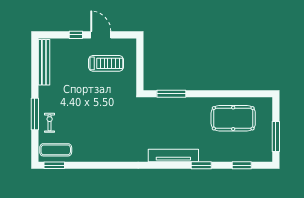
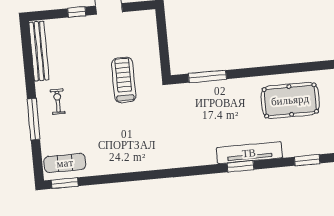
treadmill: (106, 63) -> (124, 80), moved, turned -90
exercise bike: (50, 123) -> (58, 102), moved
tv unit: (173, 155) -> (249, 153), moved
window: (201, 165) -> (241, 166), moved

